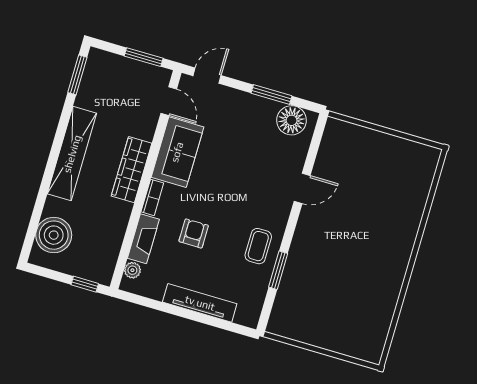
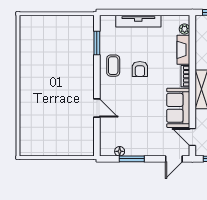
floor lamp: (292, 120) -> (120, 151), width x0.53, depth x0.53
door: (302, 188) -> (97, 108), swing flipped
armchair: (194, 233) -> (140, 69), moved
window: (278, 270) -> (97, 43), moved

